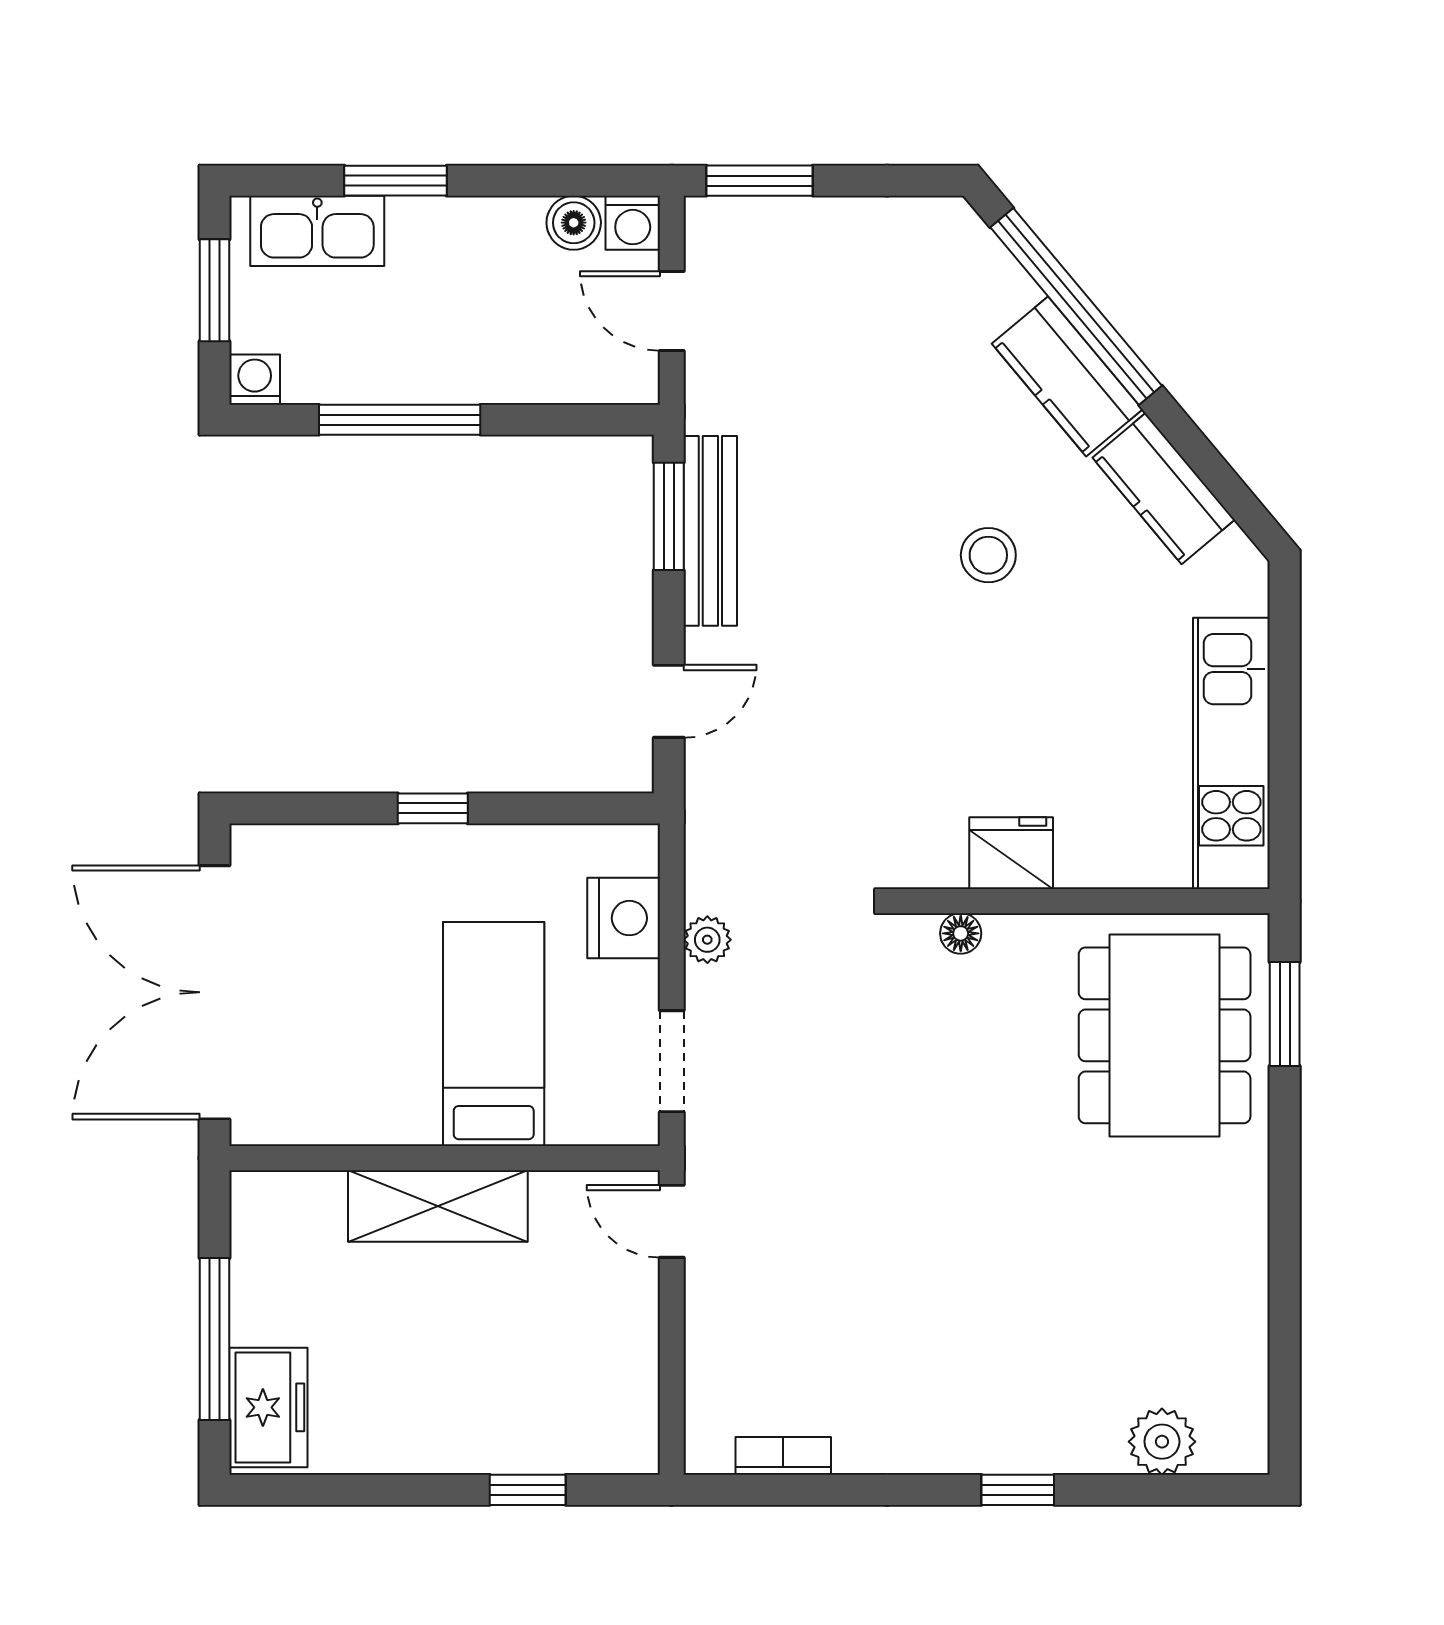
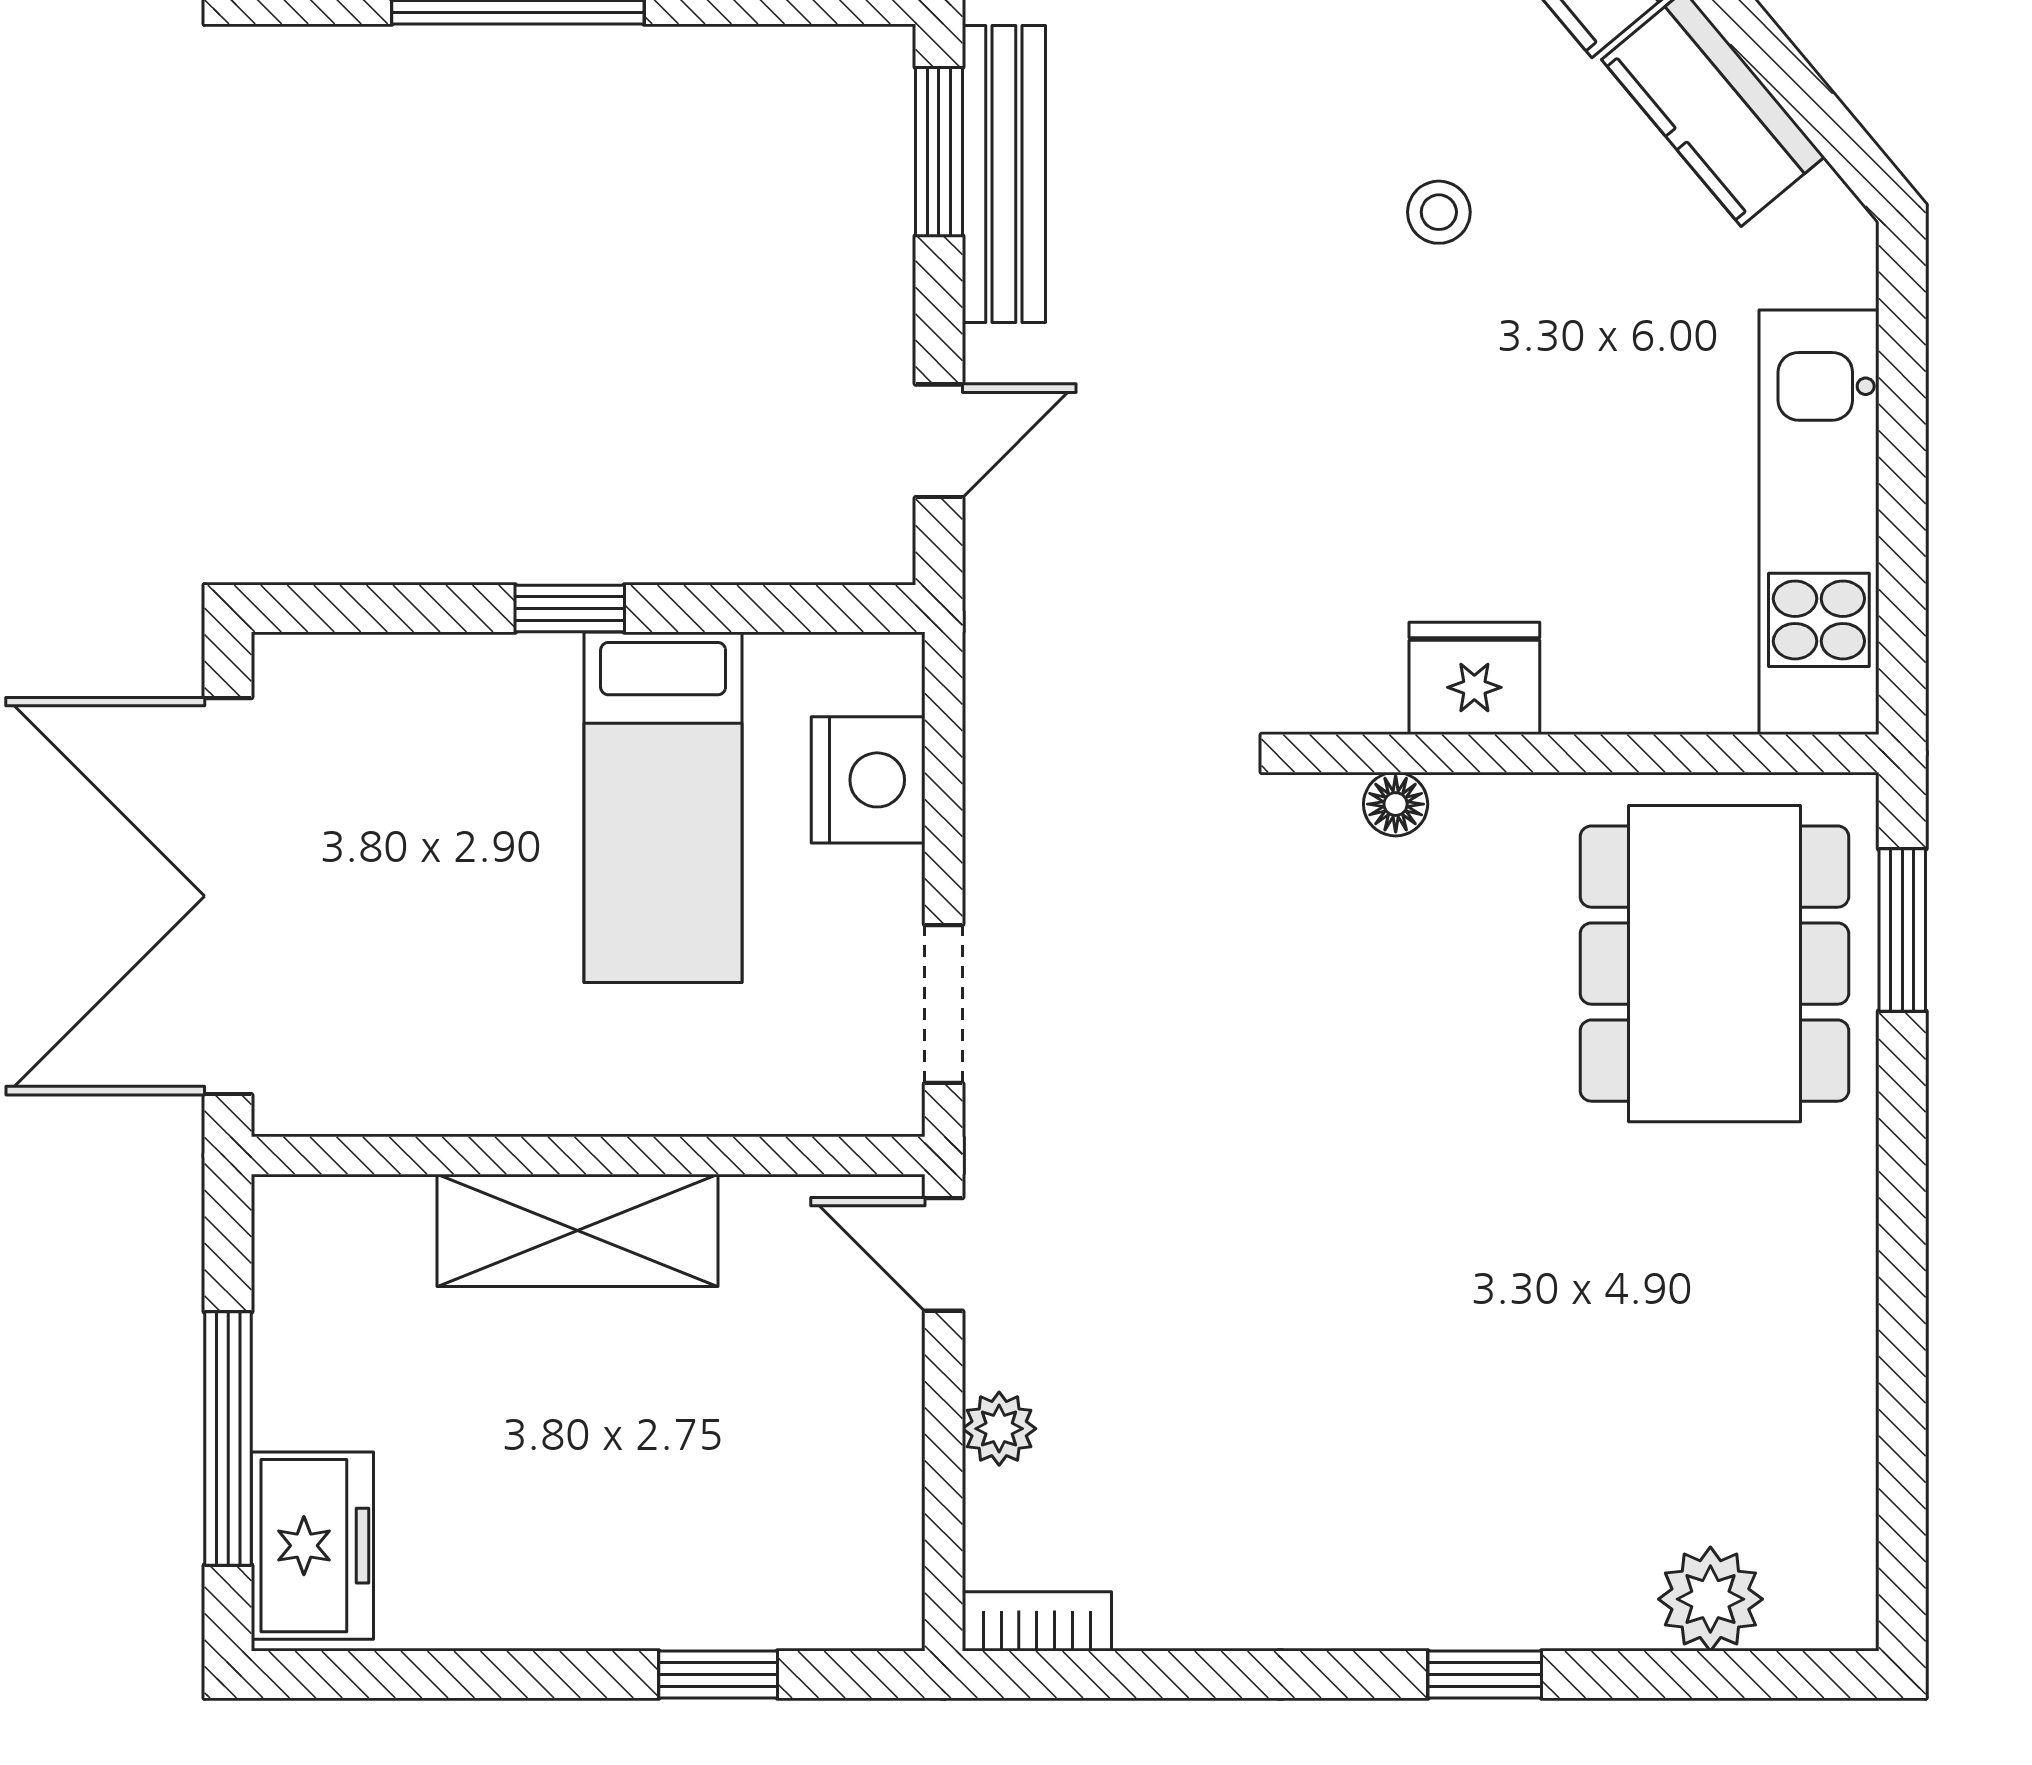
stool: (988, 555) -> (1439, 212), width x0.73, depth x0.73
plant: (707, 940) -> (999, 1429), moved
bed: (494, 1034) -> (663, 807), moved, turned 180
bookcase: (783, 1456) -> (1037, 1621), moved

